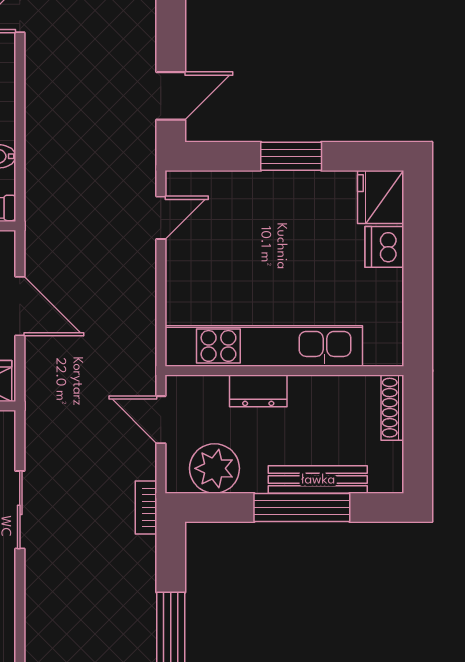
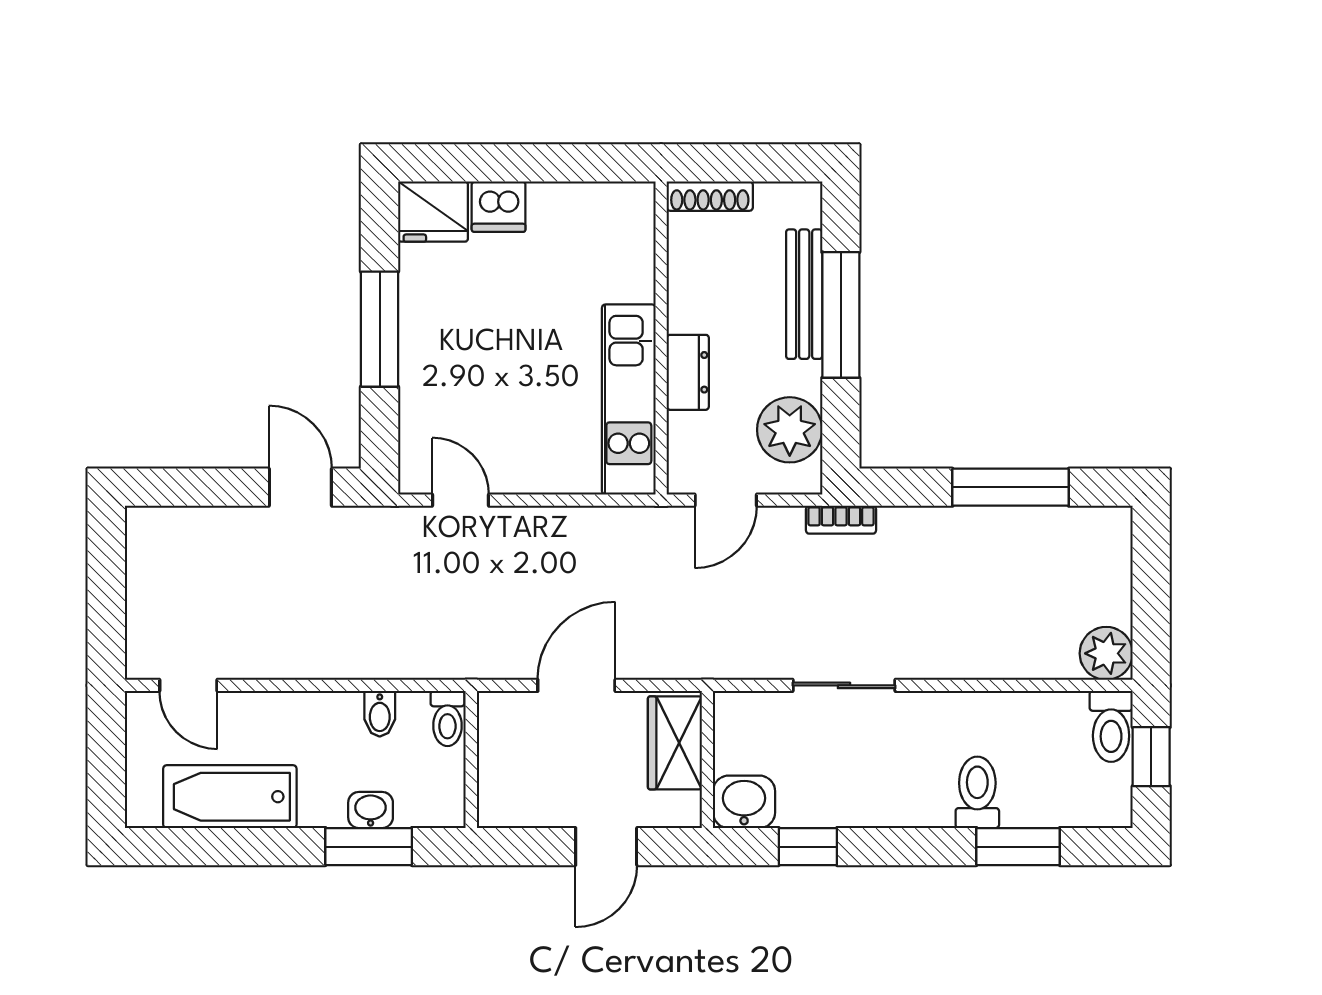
window: (291, 156) -> (380, 329), width x1.44
kitchen unit: (264, 346) -> (629, 400), width x0.73

